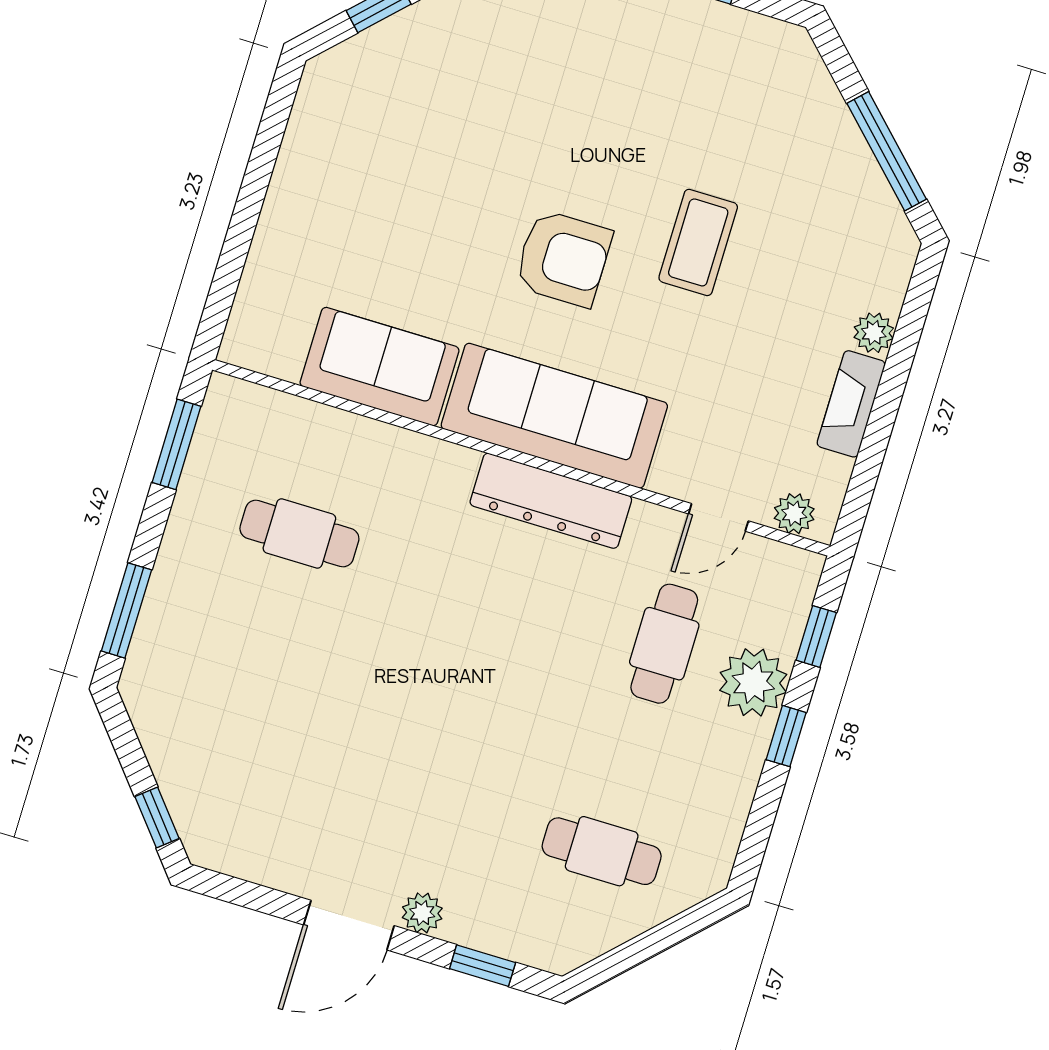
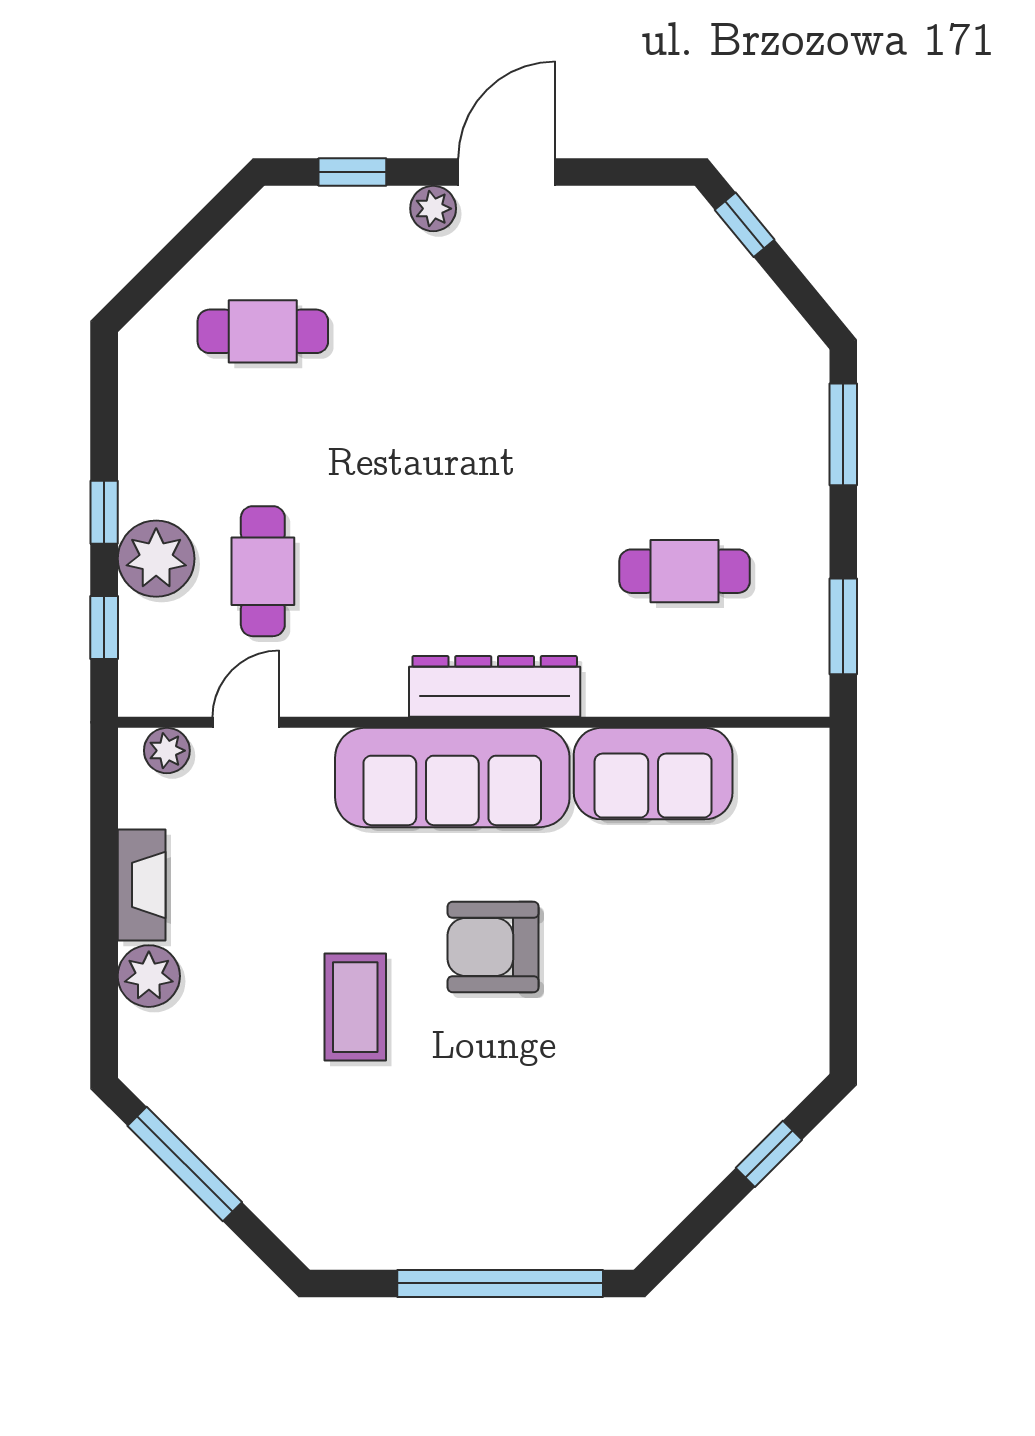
plant: (874, 333) -> (149, 976), width x1.38, depth x1.38
dresser: (551, 501) -> (495, 686), moved

